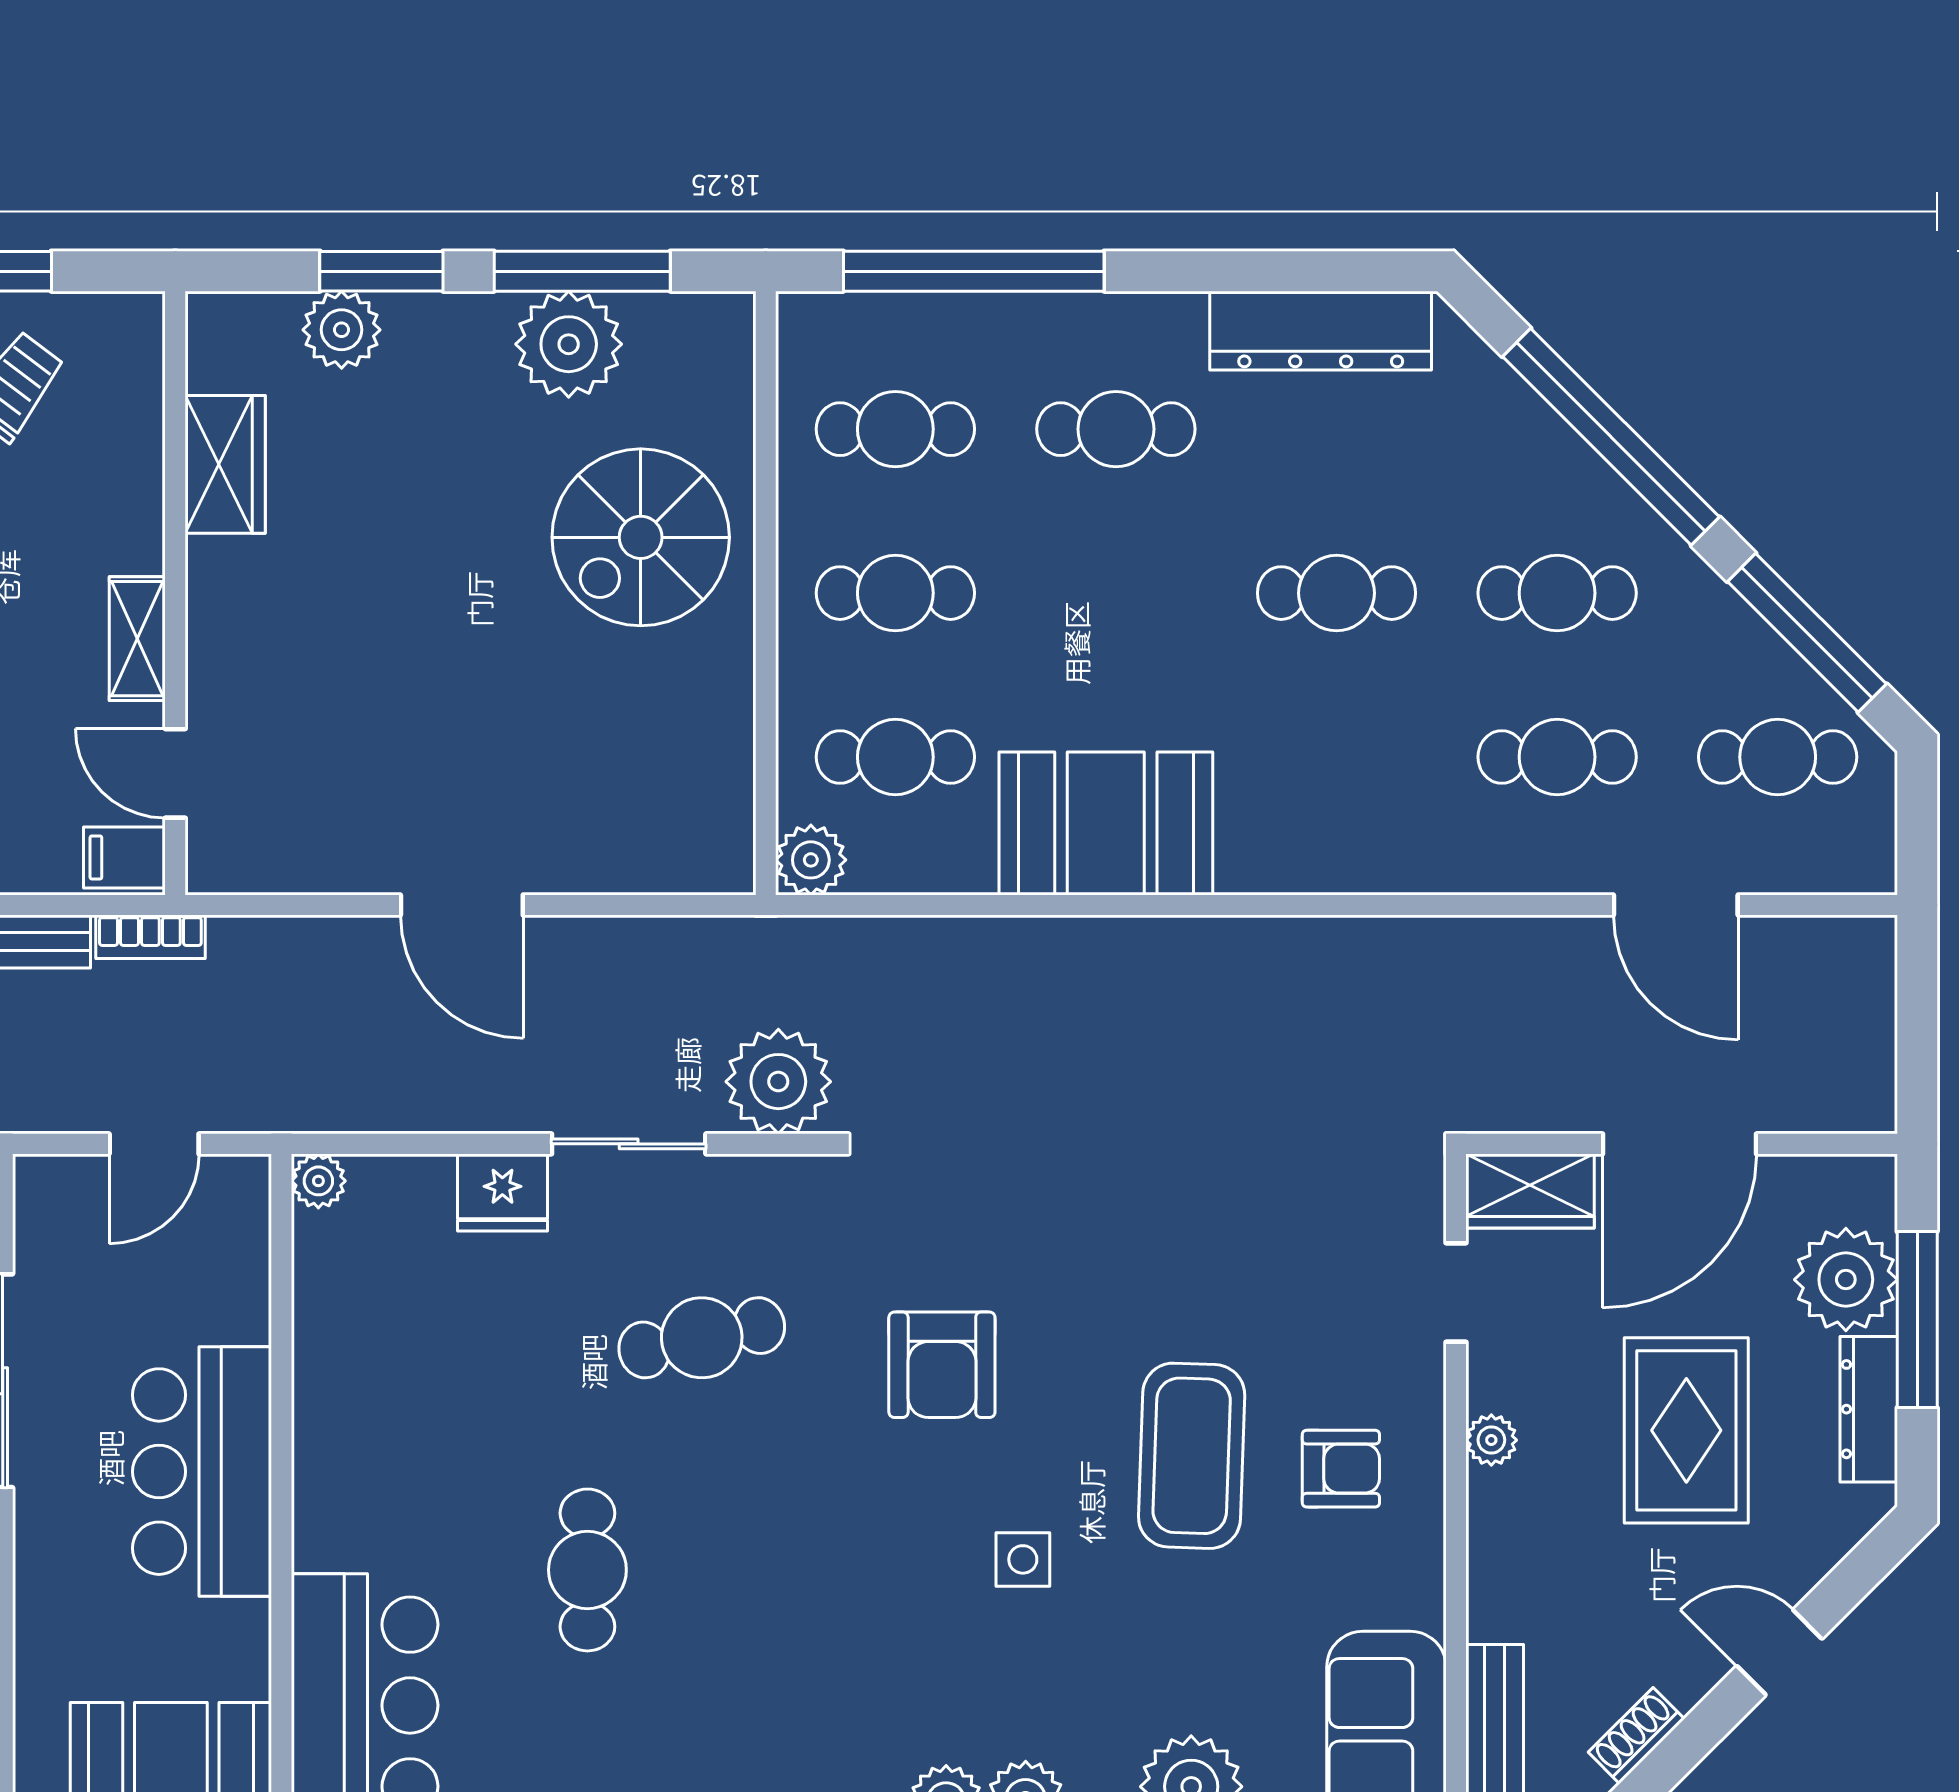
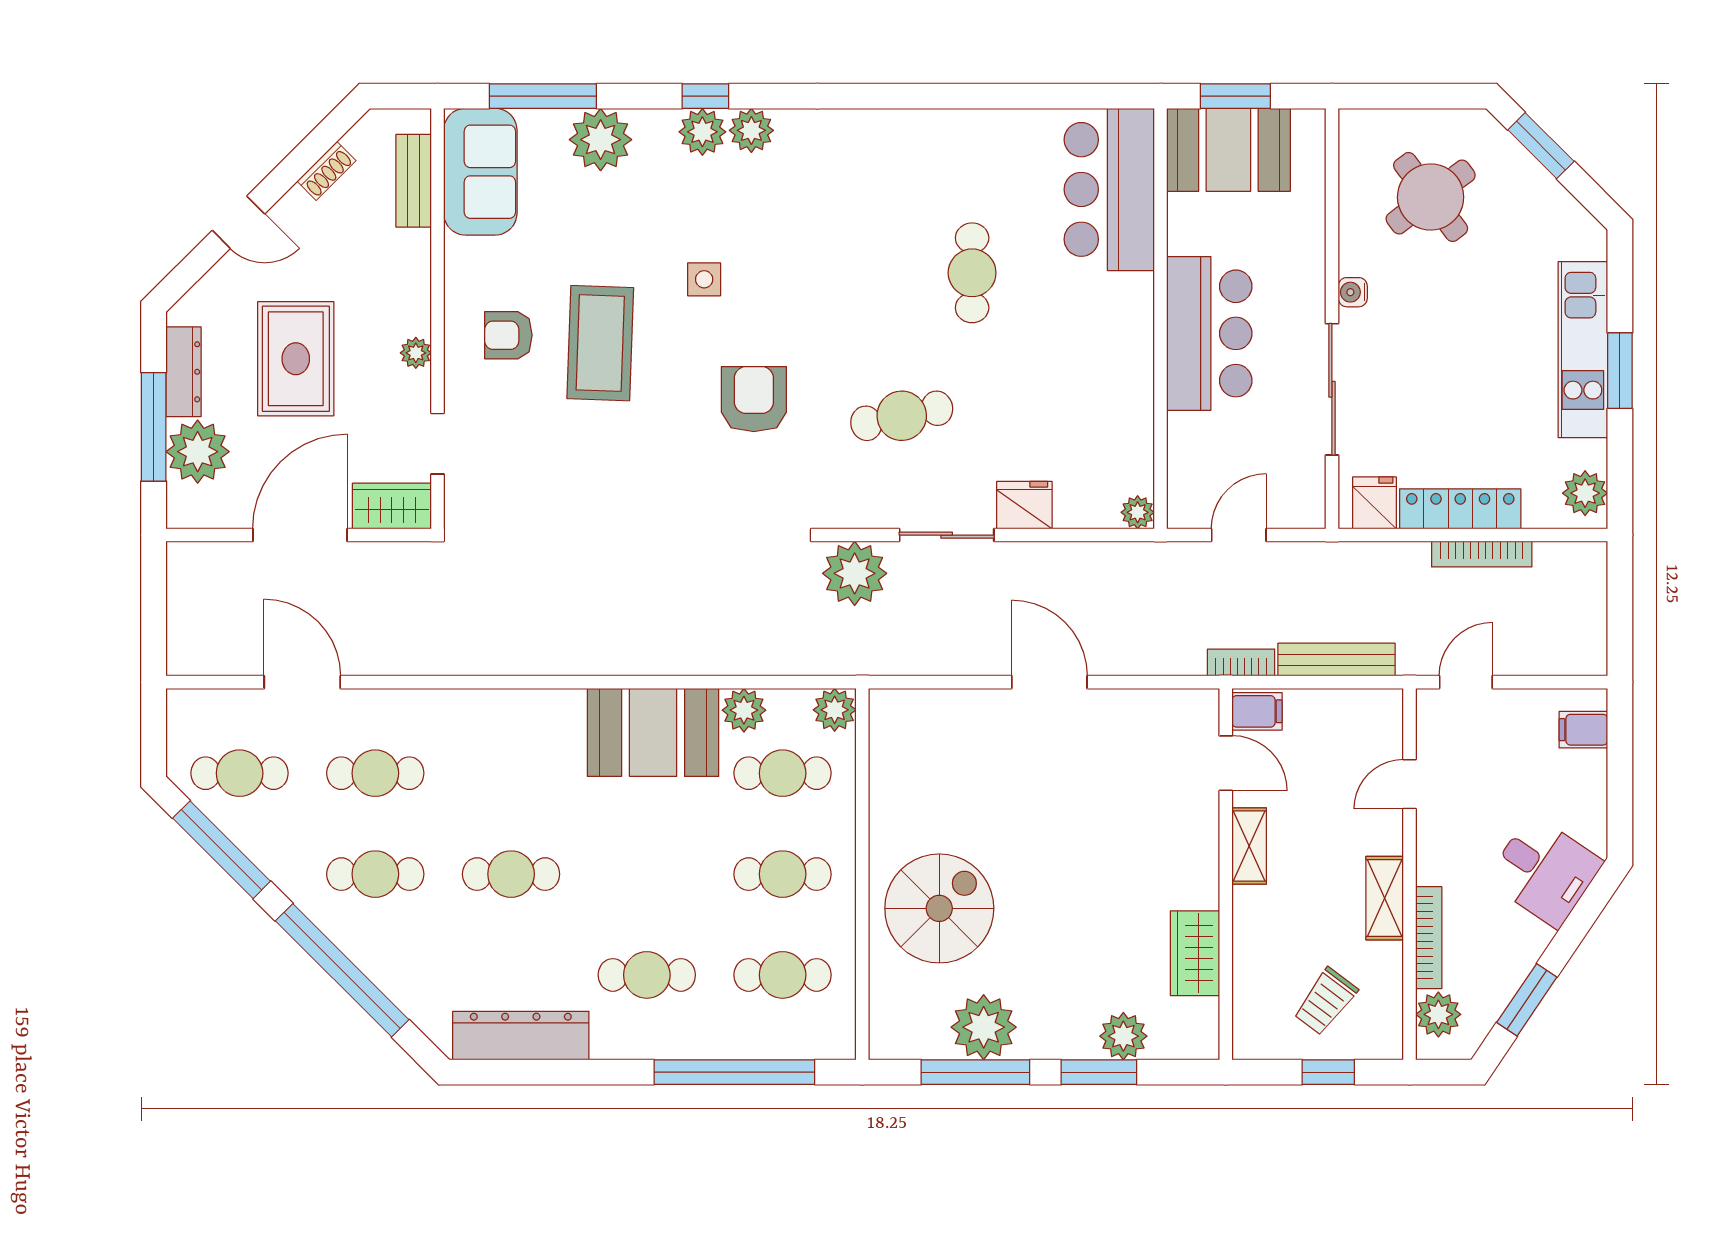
plant: (958, 859) -> (744, 710), added

